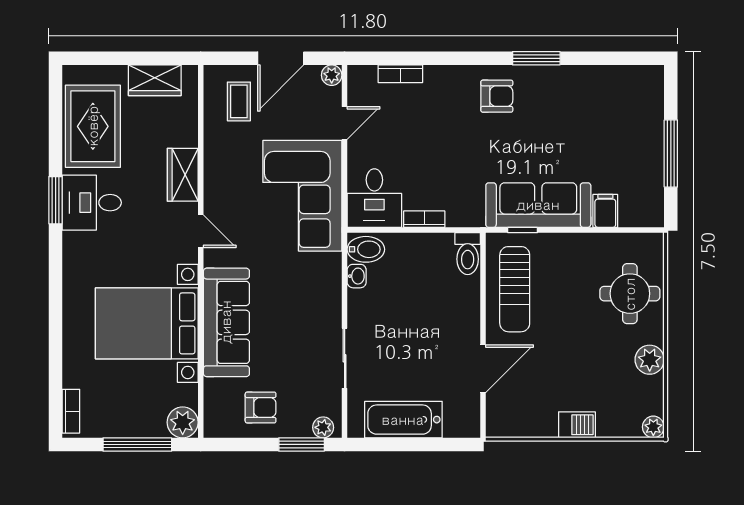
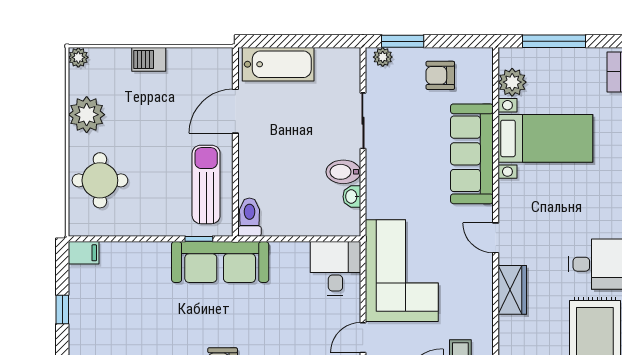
window: (671, 154) -> (62, 309), width x0.46
sofa: (538, 205) -> (220, 262), moved
filing cabinet: (605, 211) -> (84, 253), moved, turned -90
bookcase: (424, 219) -> (289, 249), removed
bidet: (366, 249) -> (343, 172), moved
bed with nightstands: (147, 323) -> (545, 138), width x0.73
plant: (650, 360) -> (87, 115), width x1.36, depth x1.36
bathtub: (403, 420) -> (278, 64), moved
plant: (183, 422) -> (512, 82), moved

